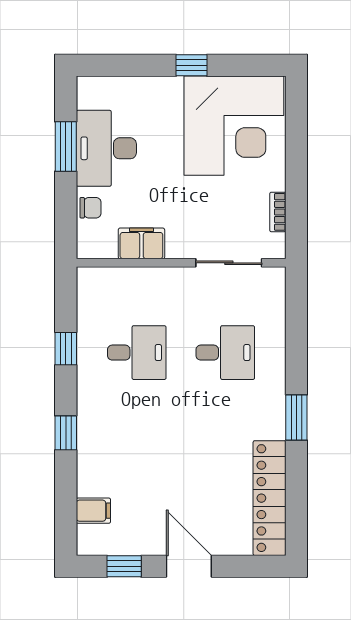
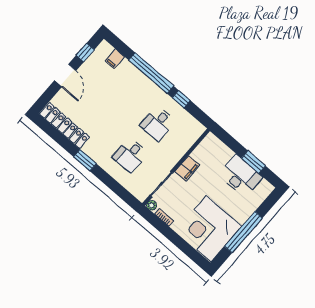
window: (191, 65) -> (243, 232), width x3.17
chair: (91, 208) -> (224, 152), removed
filing cabinet: (141, 243) -> (187, 168), moved
plant: (276, 249) -> (152, 205), added
window: (66, 433) -> (151, 73), width x3.17
door: (189, 566) -> (65, 76), hinge flipped

